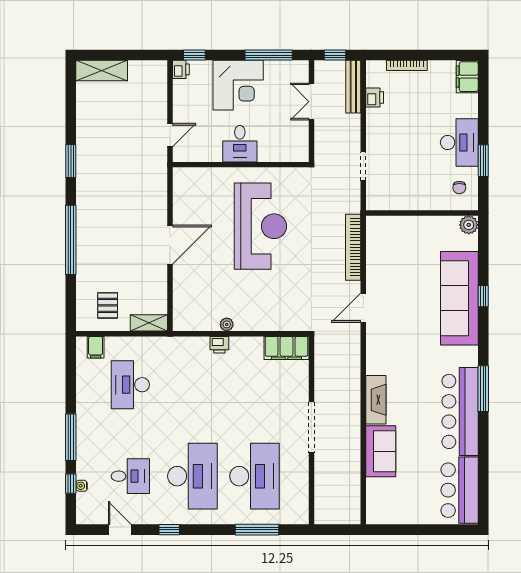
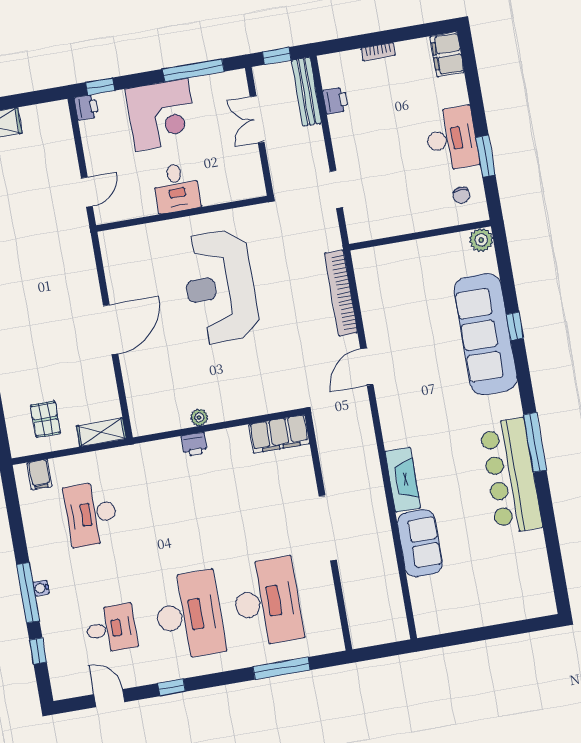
bookcase: (407, 65) -> (378, 52), width x0.64
reception desk: (260, 226) -> (220, 287), turned 180
water cooler: (82, 486) -> (41, 588), moved
bar counter: (460, 490) -> (527, 575), removed

